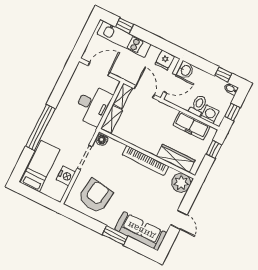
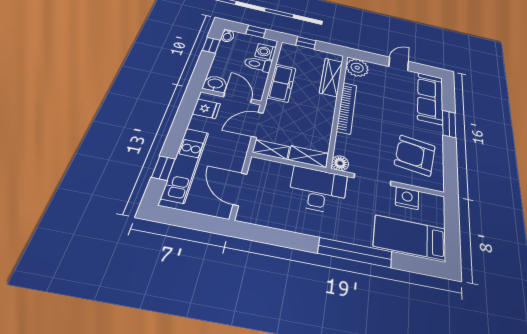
desk: (93, 105) -> (318, 190), moved
freezer: (192, 126) -> (282, 83), moved

